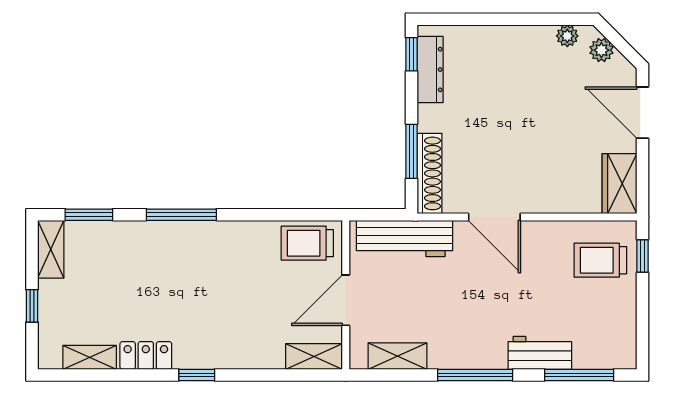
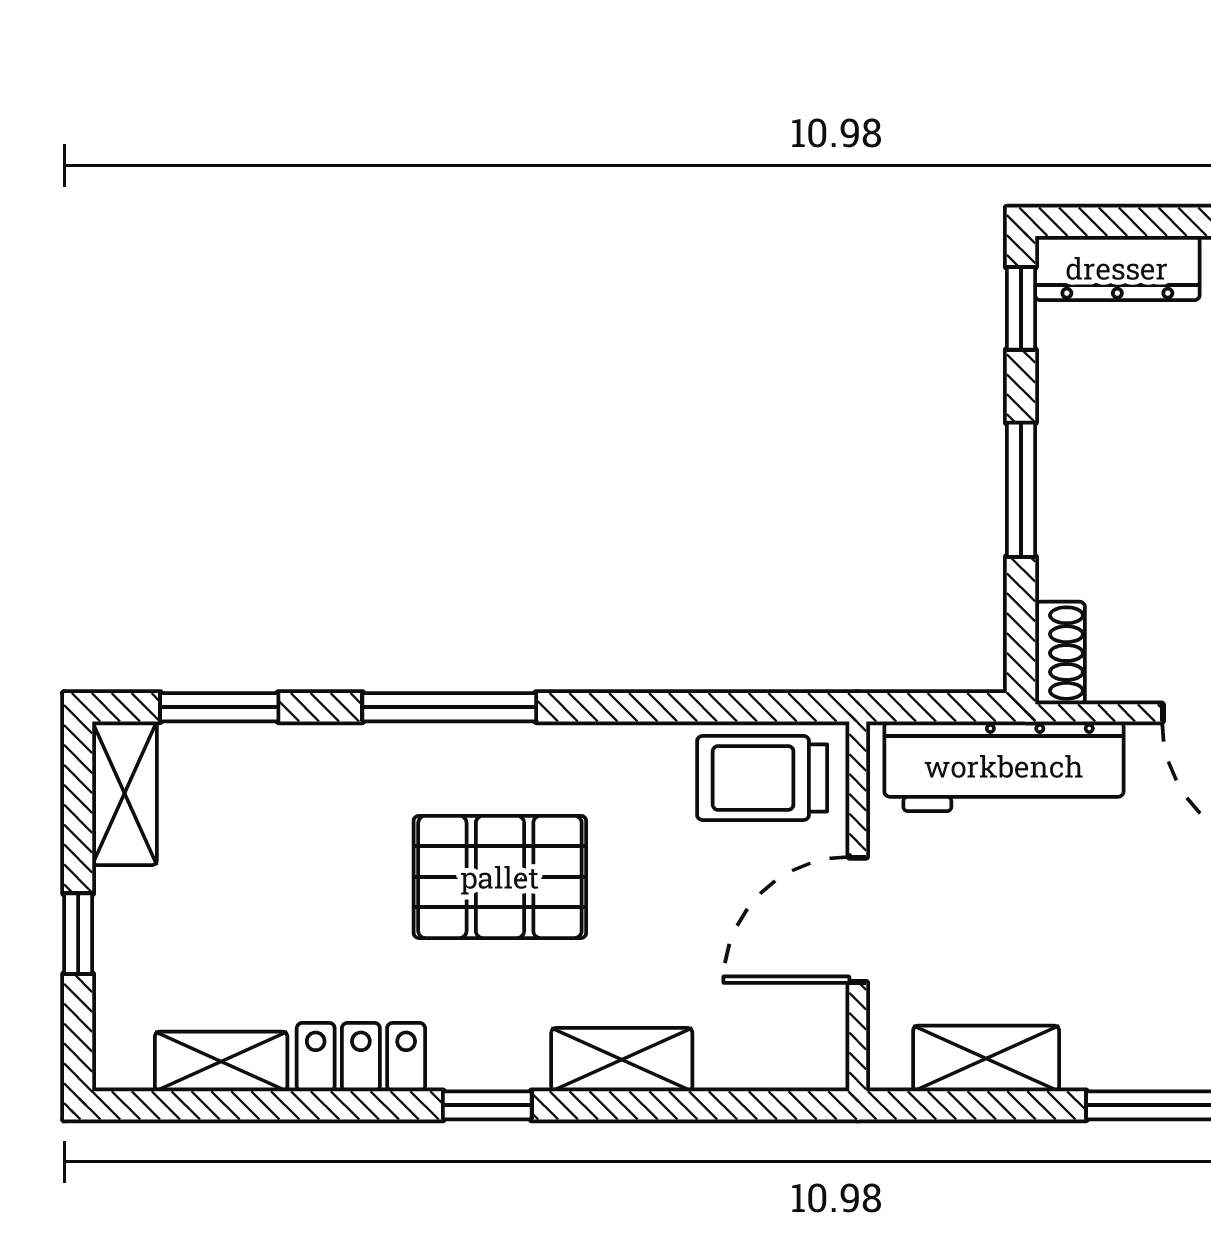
dresser: (430, 70) -> (1117, 268), moved, turned 90
window: (411, 151) -> (1021, 490), moved
shoe rack: (430, 173) -> (1060, 653), width x0.51, depth x0.81
pallet: (202, 283) -> (500, 877), added
shelving: (314, 356) -> (622, 1060), moved

